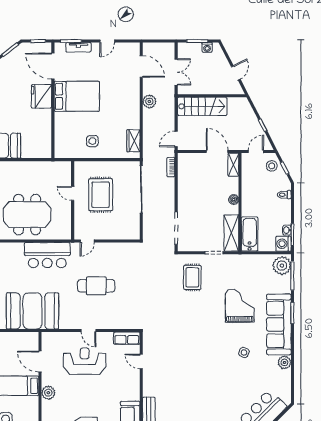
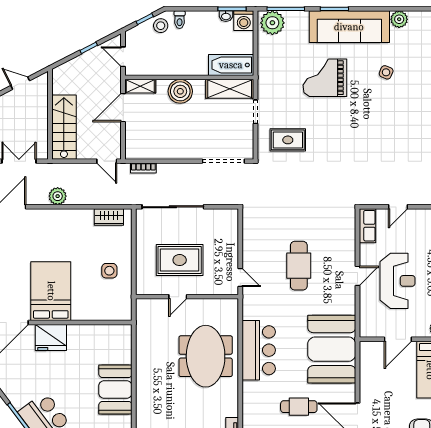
stool: (272, 166) -> (161, 26), moved
boiler: (234, 199) -> (180, 91), width x1.86, depth x1.86
bar counter: (47, 255) -> (259, 350), moved
reception desk: (85, 361) -> (397, 281), turned 180

